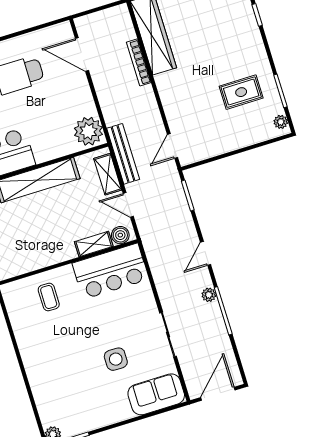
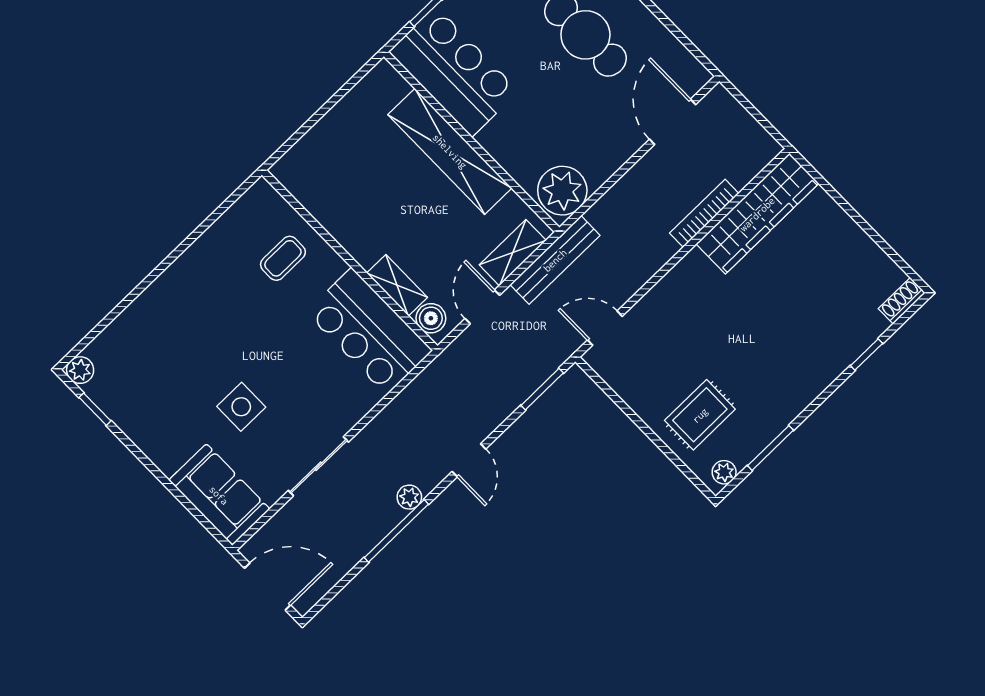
rug: (241, 92) -> (700, 415), moved, turned 90
door: (206, 253) -> (469, 460), swing flipped

